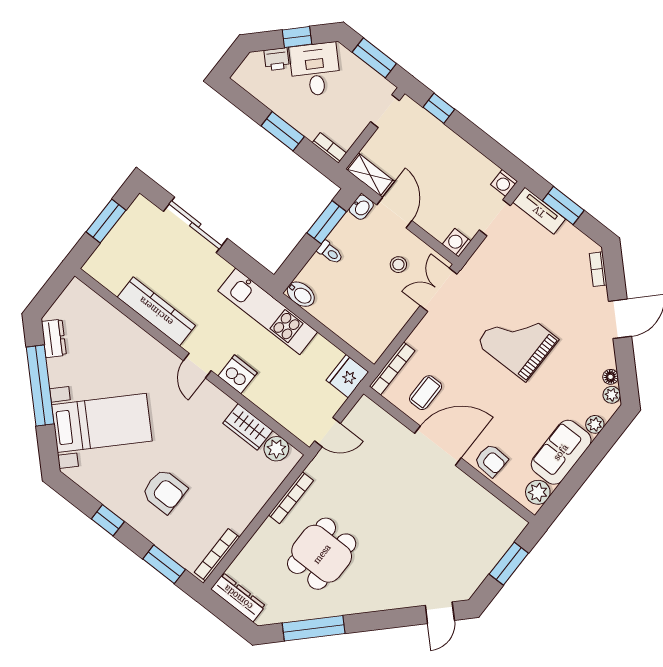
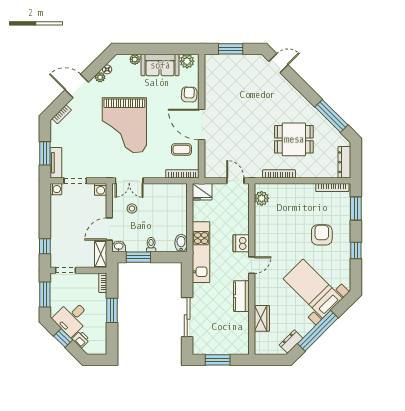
kitchen counter: (156, 311) -> (241, 296), width x0.67
grand piano: (518, 342) -> (124, 125), width x1.37, depth x1.48
plant: (612, 395) -> (100, 77), moved
wardrobe: (248, 427) -> (262, 318), moved

